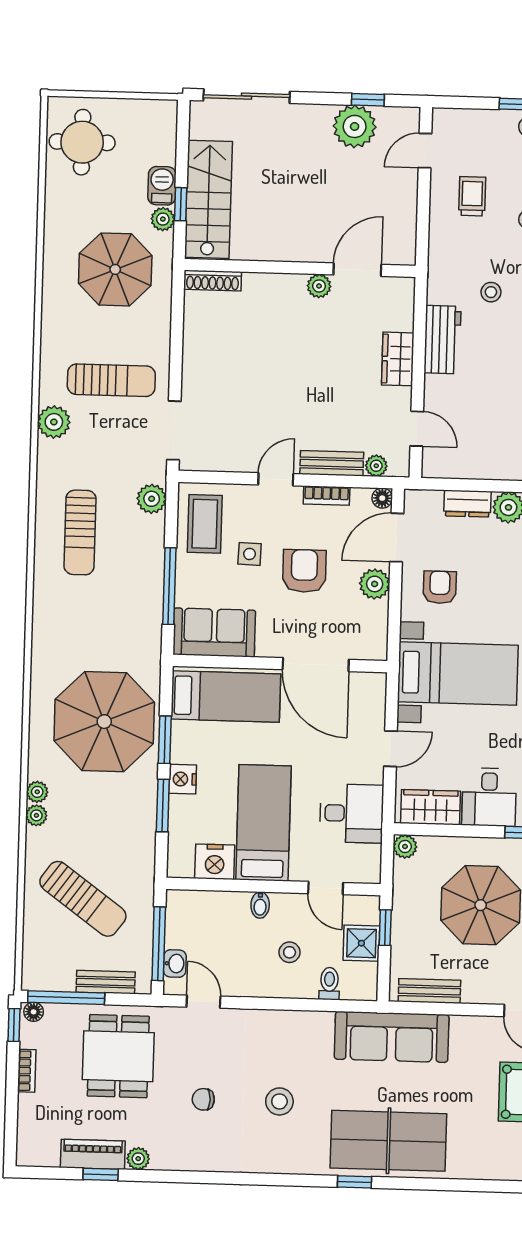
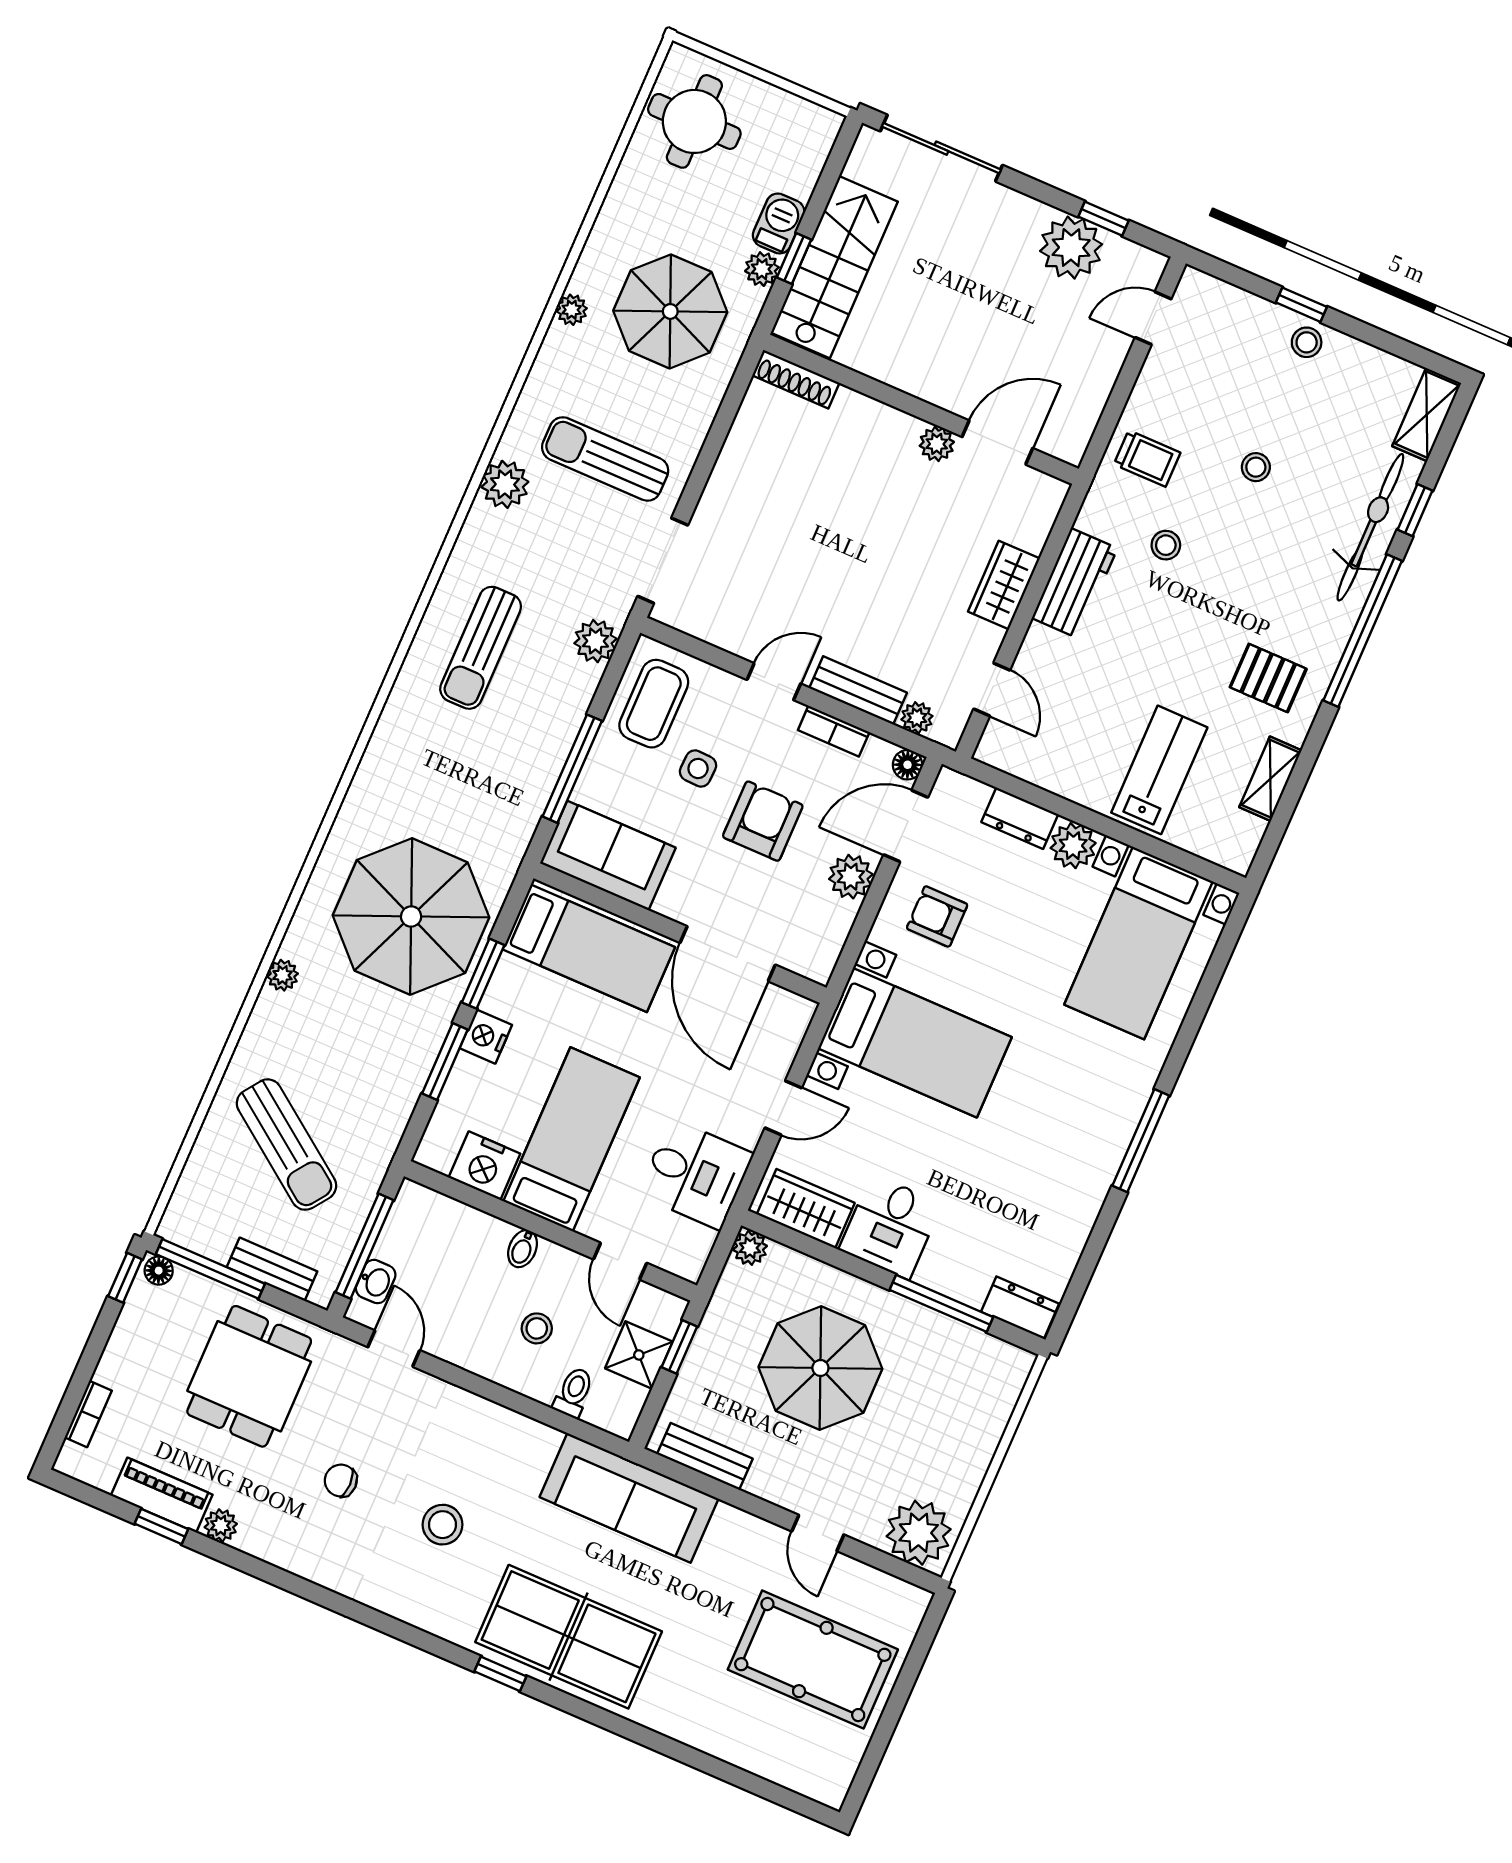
trolley: (472, 196) -> (1147, 458), moved, turned 90
sun lounger: (111, 380) -> (605, 459), turned 180
armchair: (440, 587) -> (937, 916), turned -90
plant: (36, 815) -> (572, 310), moved
bookcase: (27, 1071) -> (88, 1414), moved

